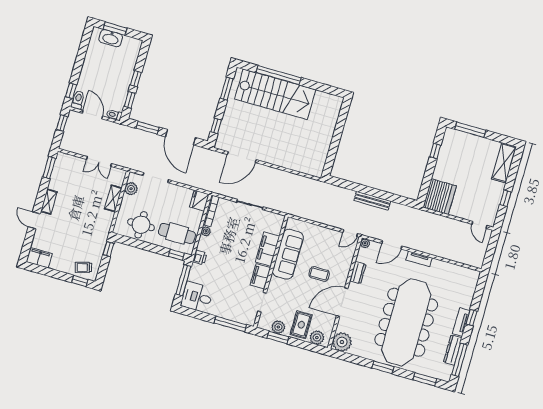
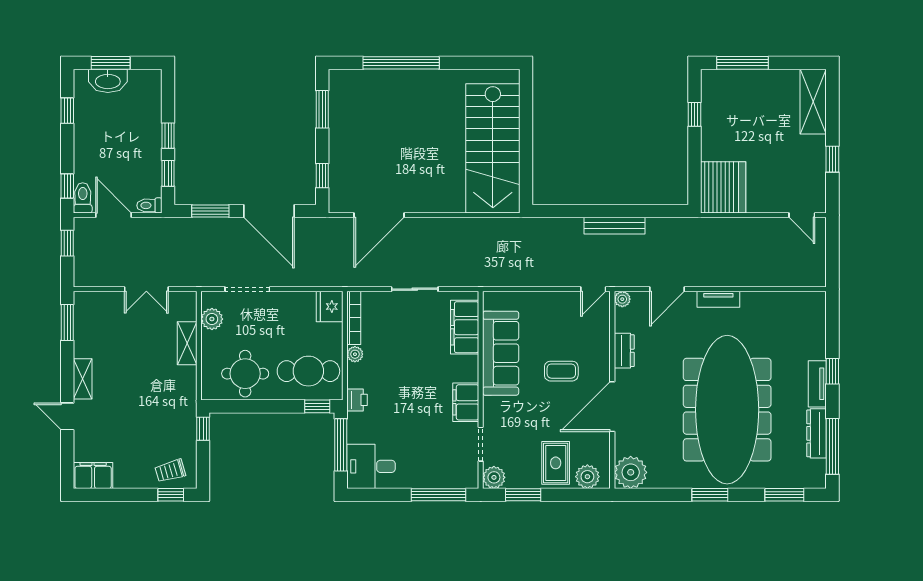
window: (83, 48) -> (67, 111), added
stairs: (275, 94) -> (493, 148), moved, turned 90
filing cabinet: (267, 249) -> (465, 327), moved
plant: (278, 327) -> (494, 477), moved

